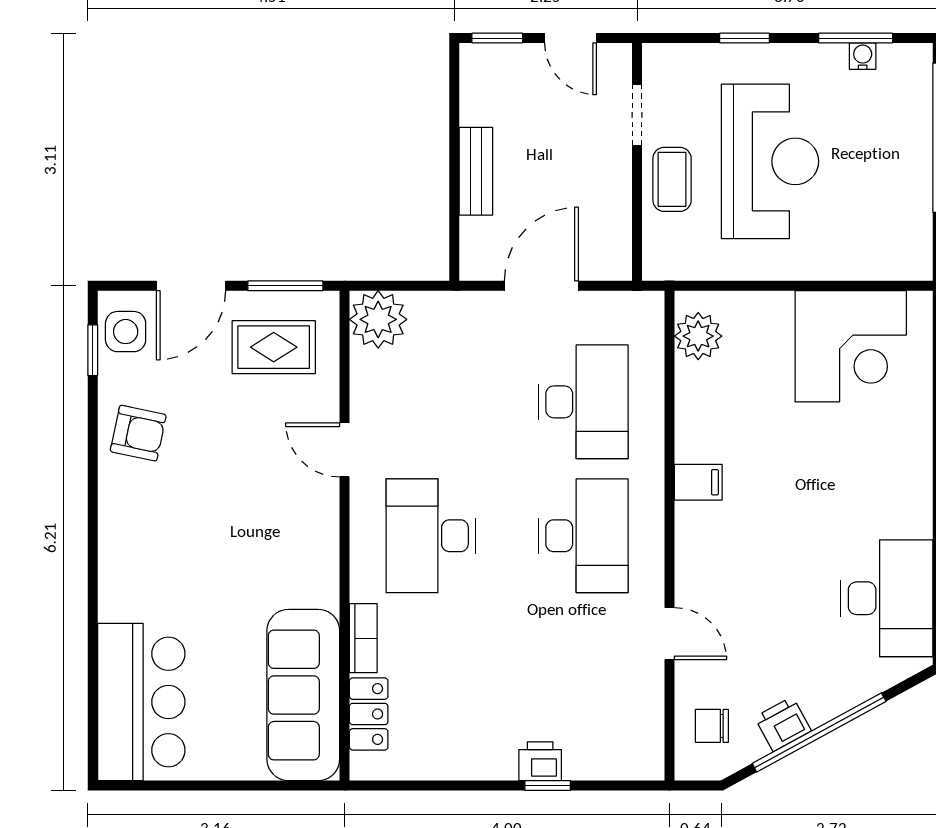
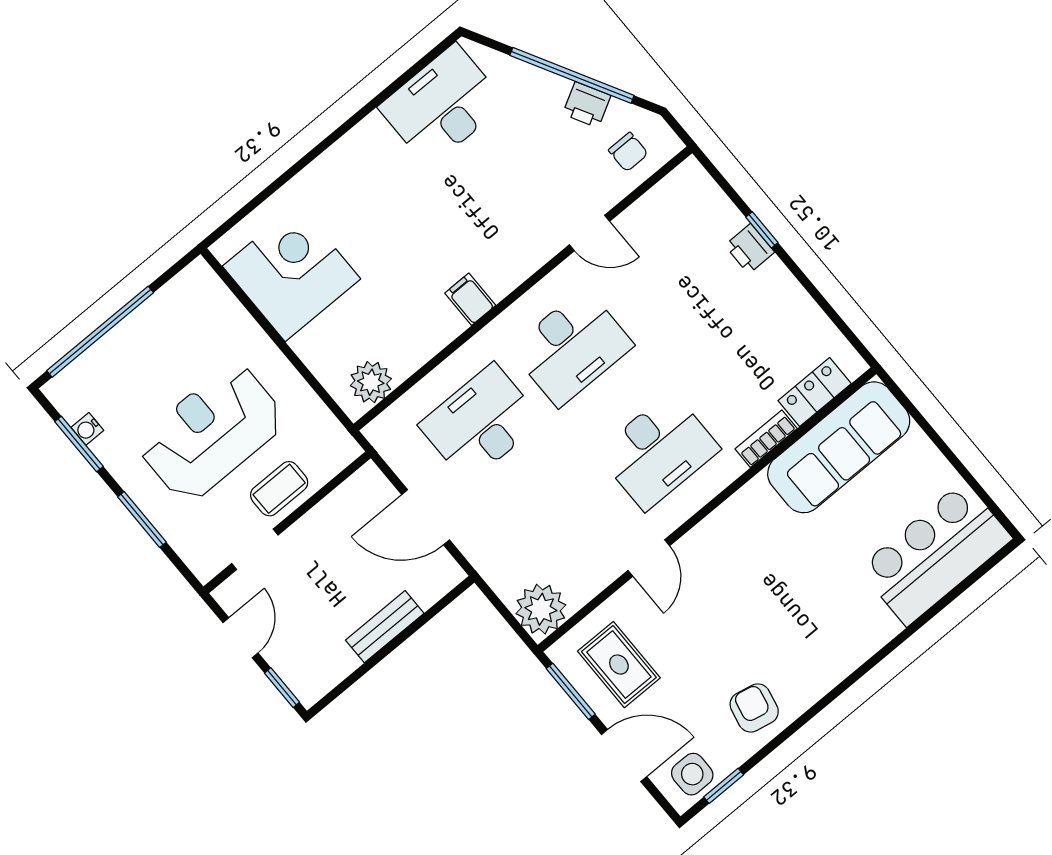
window: (745, 38) -> (142, 519), width x1.50
desk: (583, 536) -> (572, 347), turned 180
door: (670, 634) -> (589, 233), swing flipped

